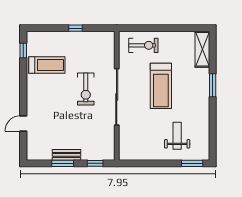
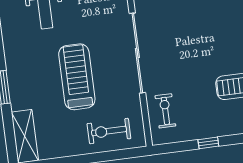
exercise bike: (86, 89) -> (165, 111), moved, width x0.73, depth x0.72

